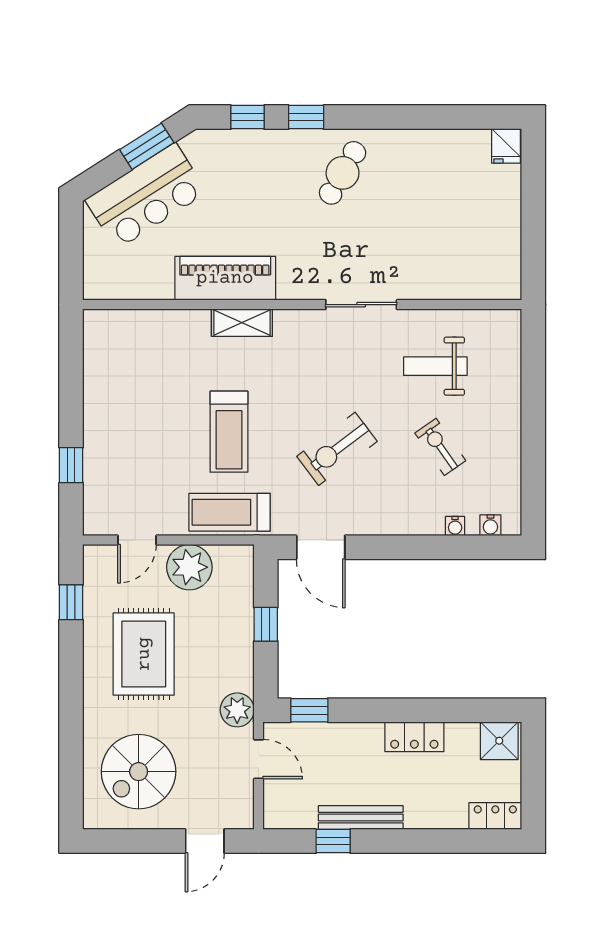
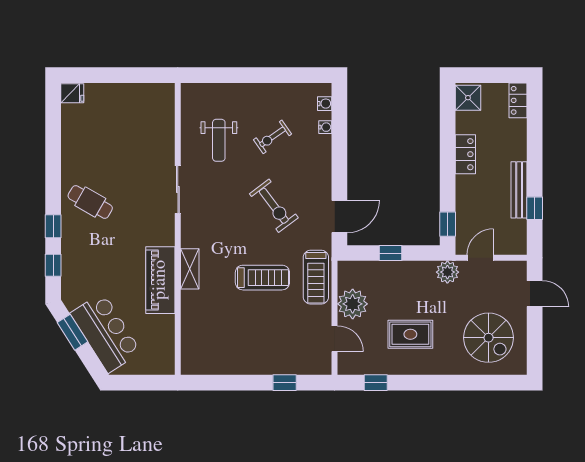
rug: (144, 654) -> (410, 334), width x0.73, depth x0.70

